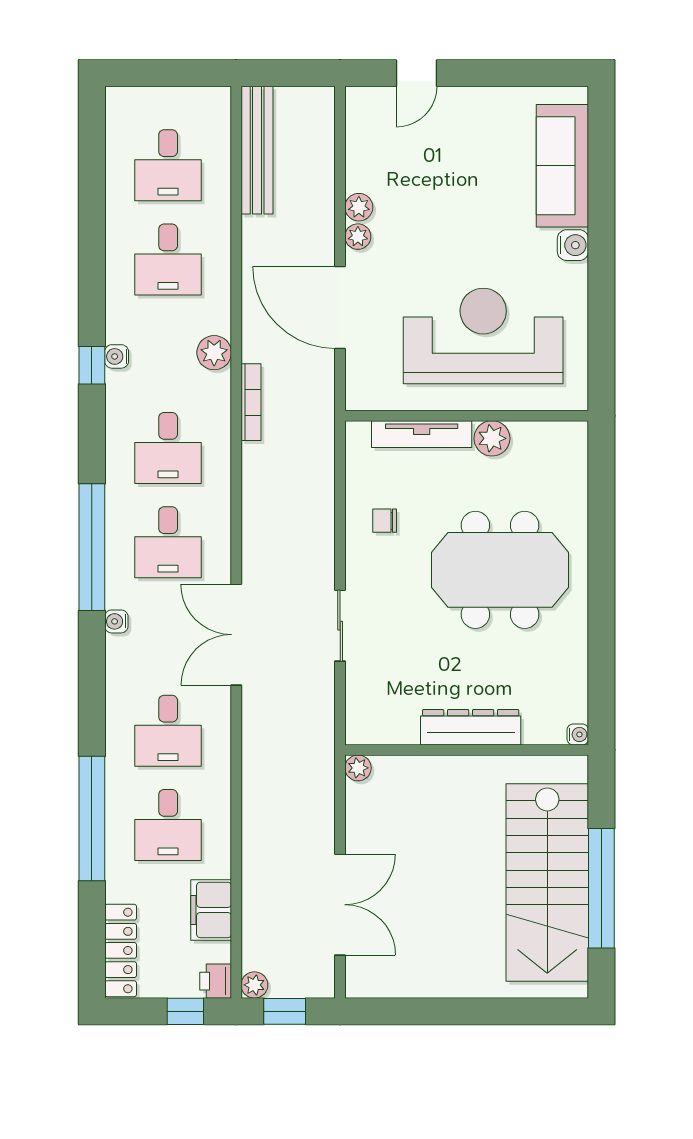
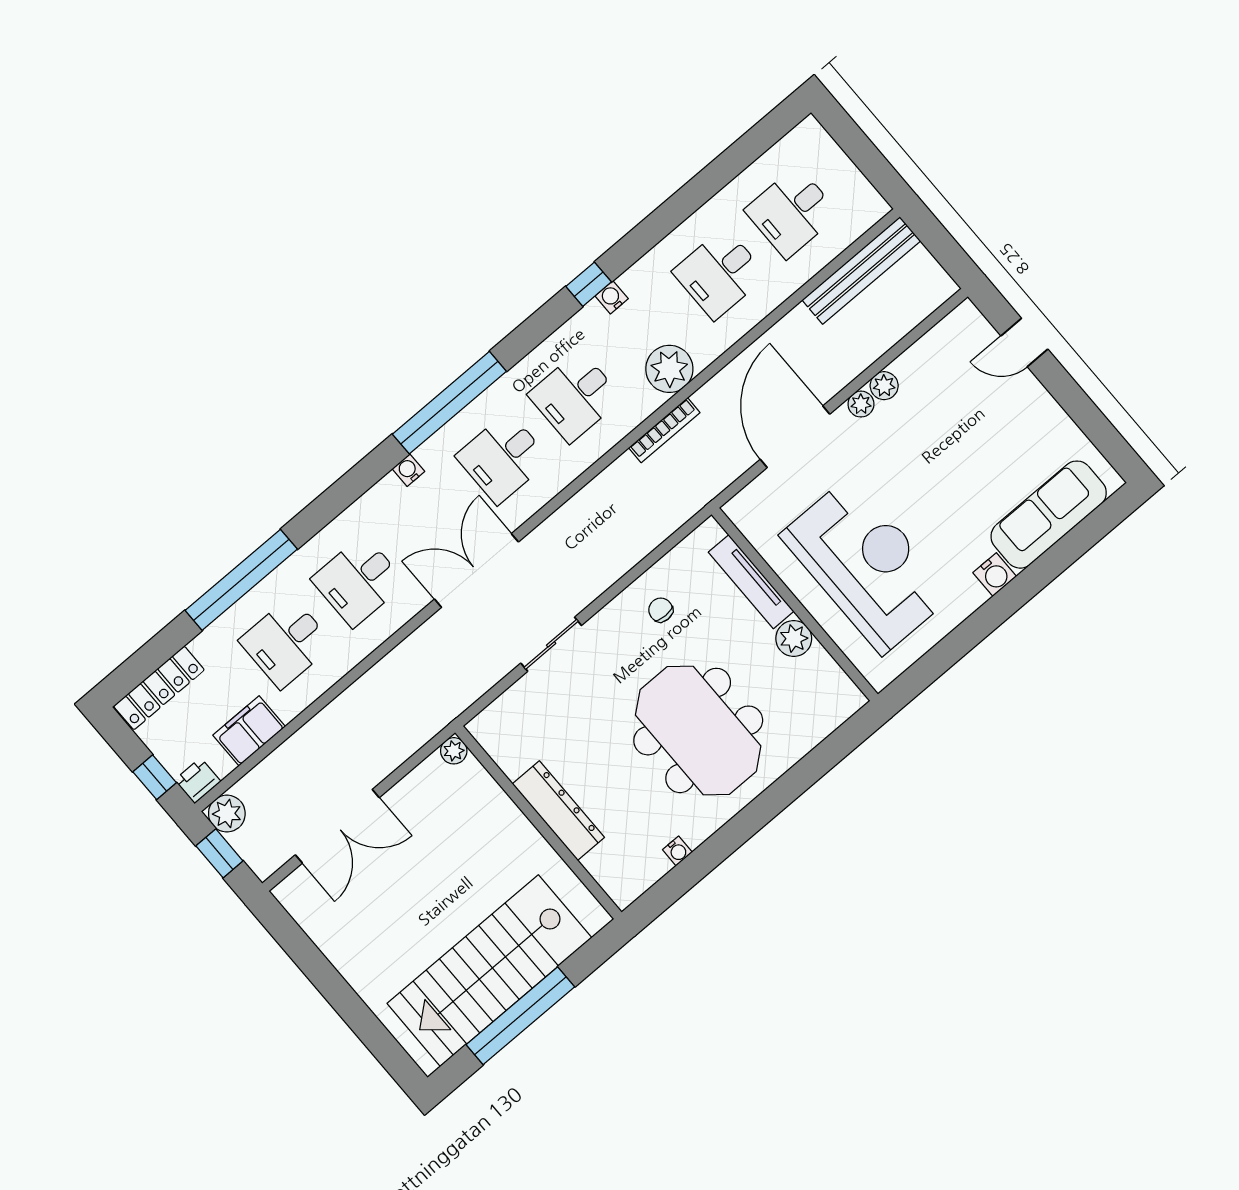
plant: (214, 353) -> (669, 369), width x1.36, depth x1.36
water cooler: (578, 734) -> (677, 851), moved
plant: (254, 985) -> (227, 814), width x1.38, depth x1.38

